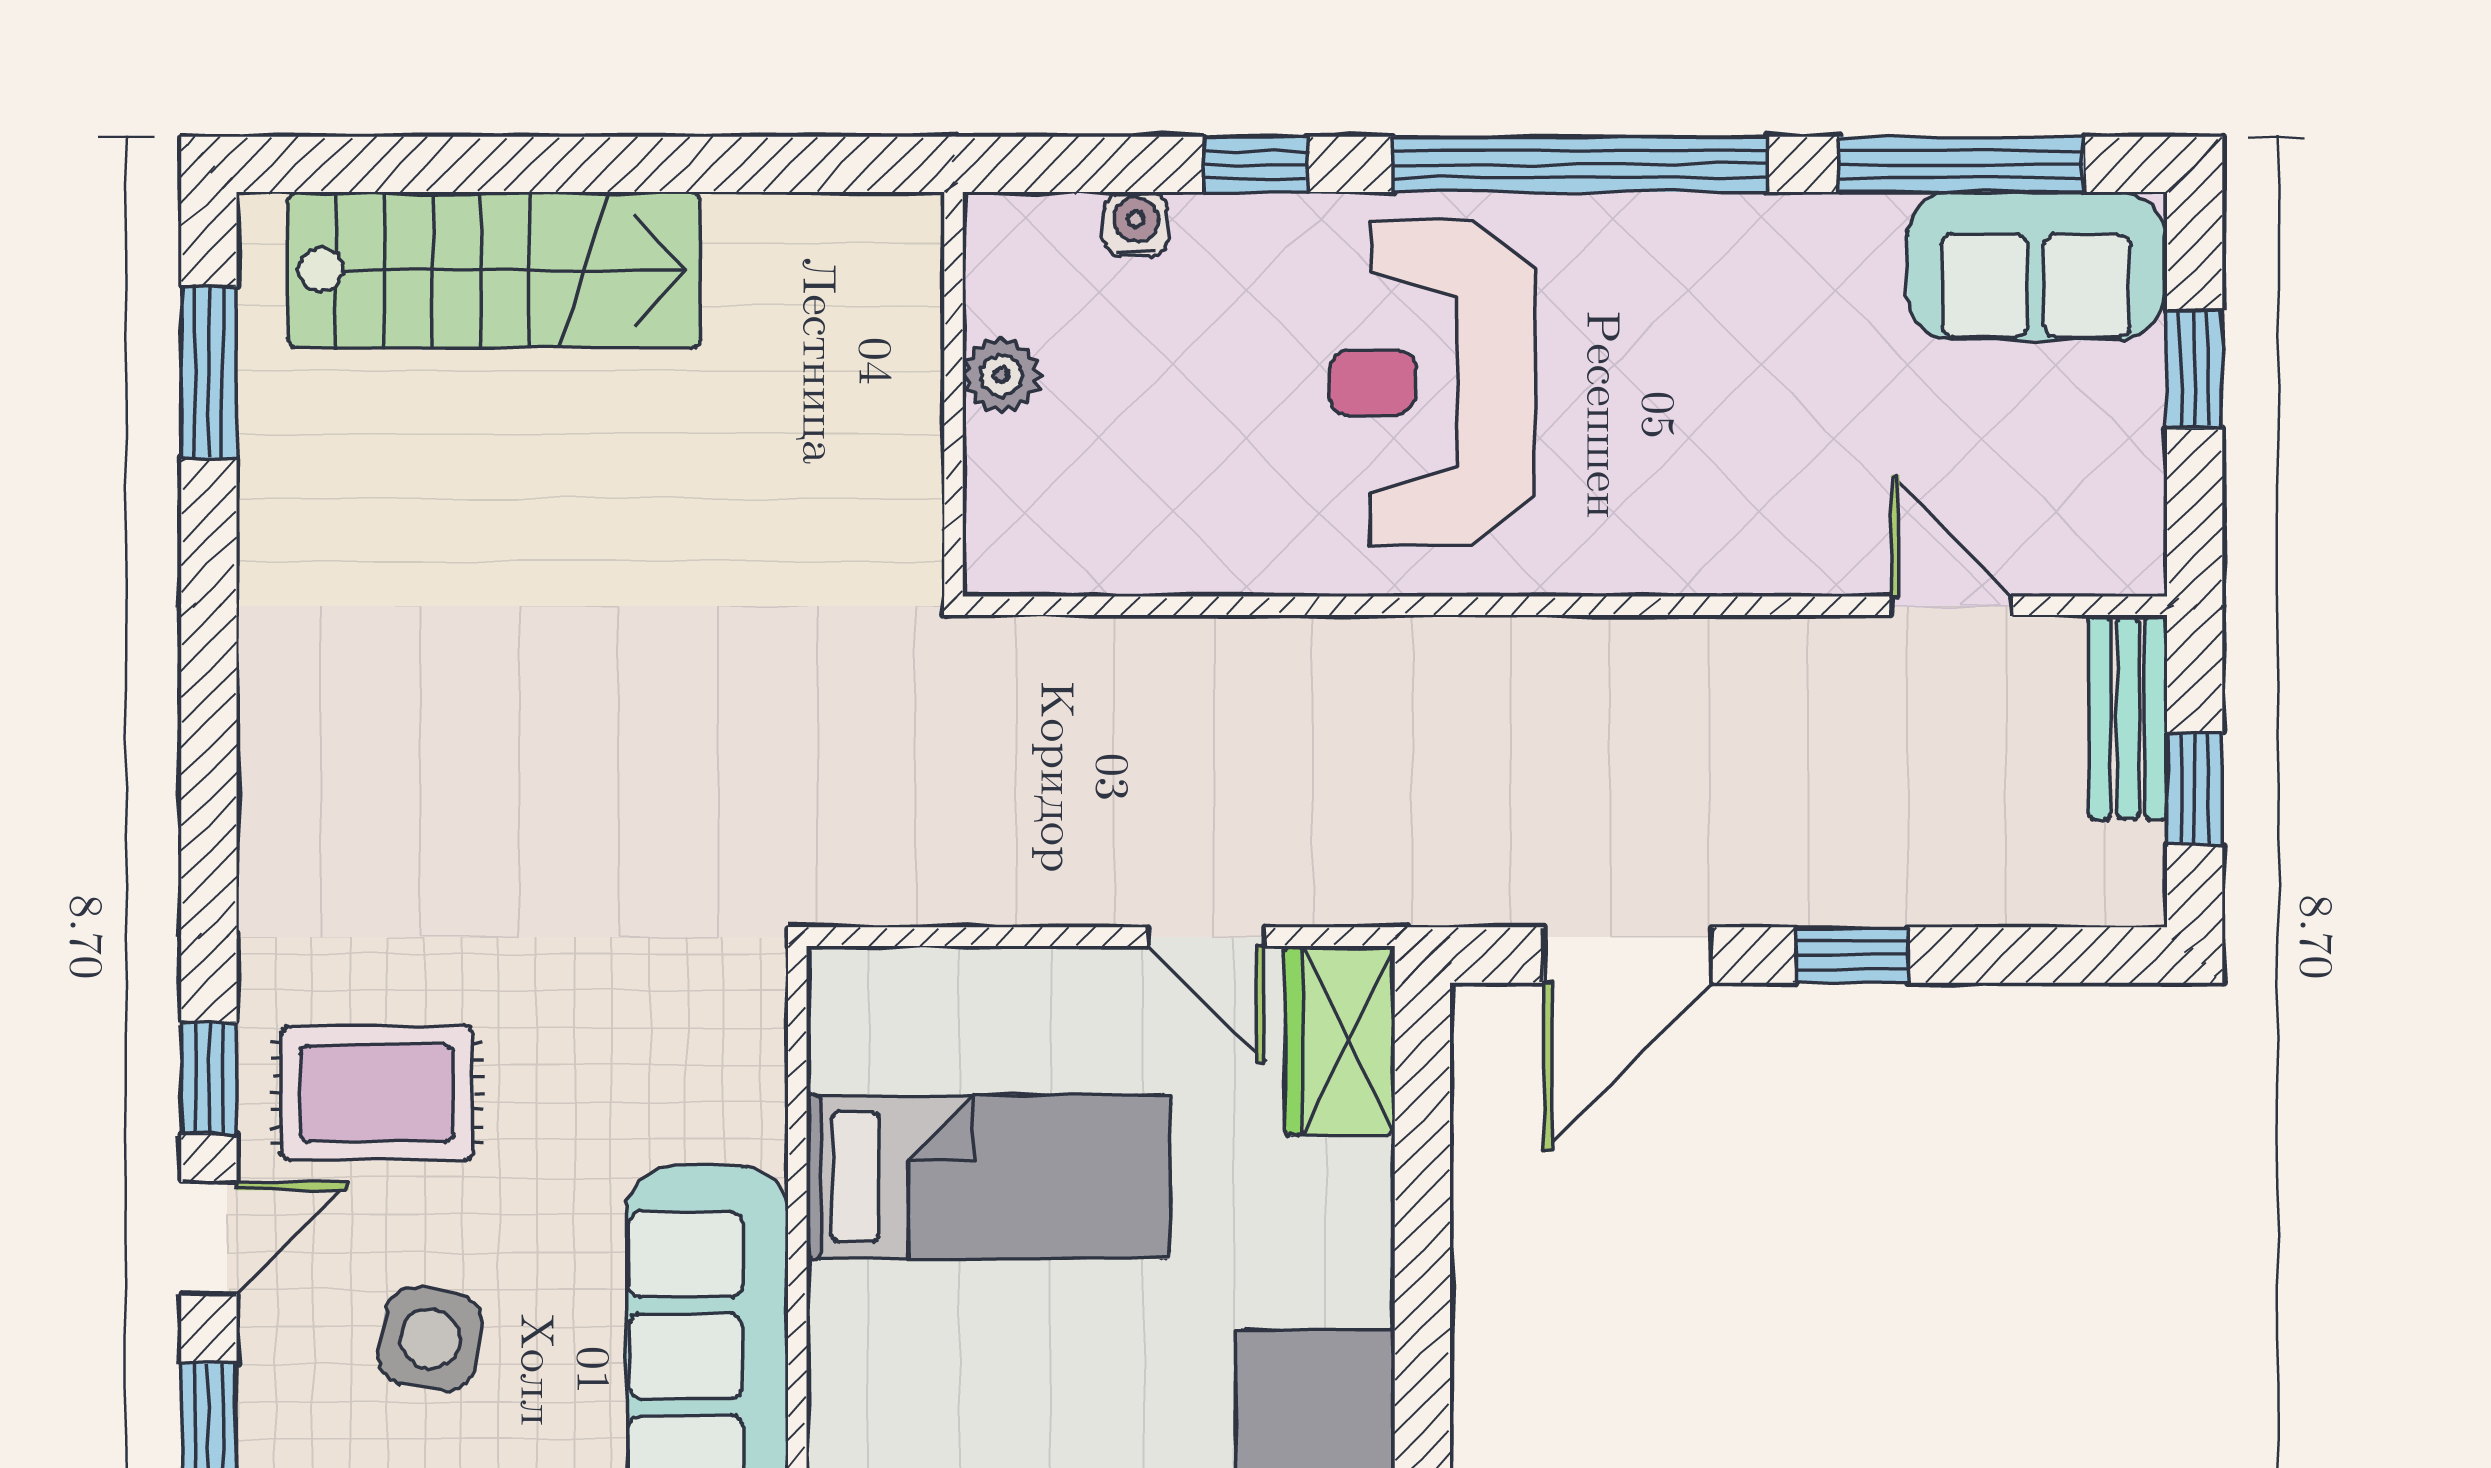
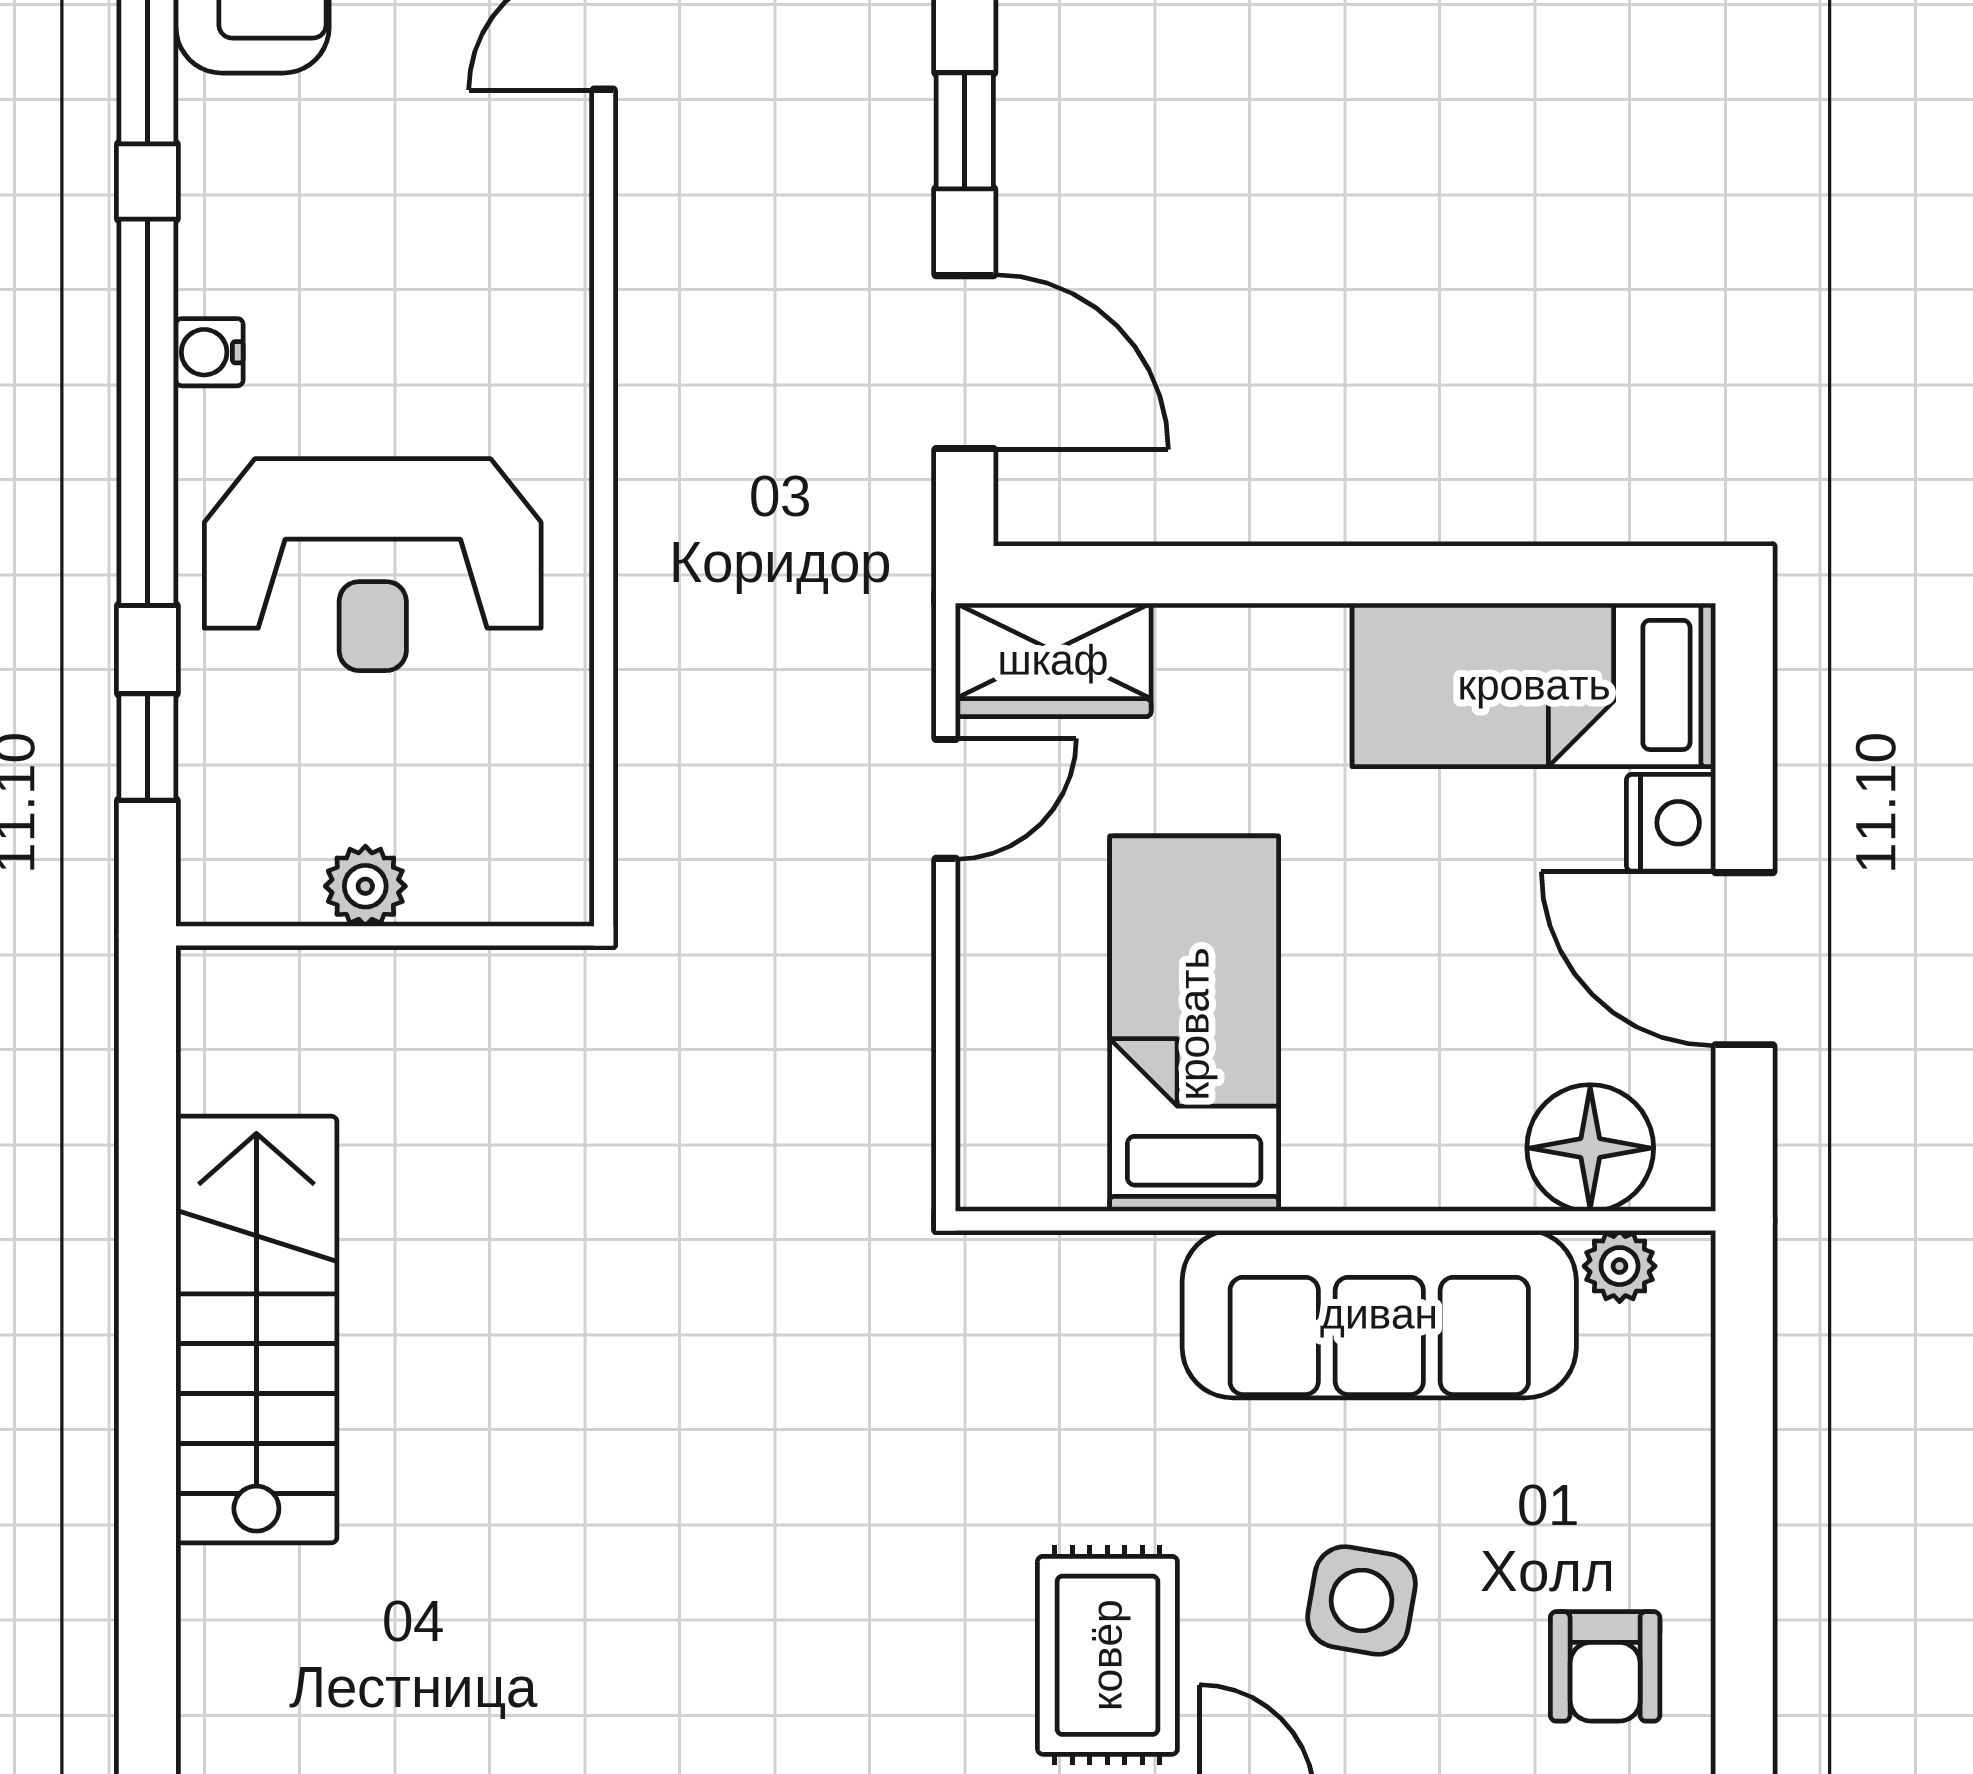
water cooler: (1136, 224) -> (209, 352), moved
stairs: (494, 270) -> (256, 1330), moved
plant: (1002, 375) -> (365, 886), moved
wall: (954, 394) -> (385, 936), moved

